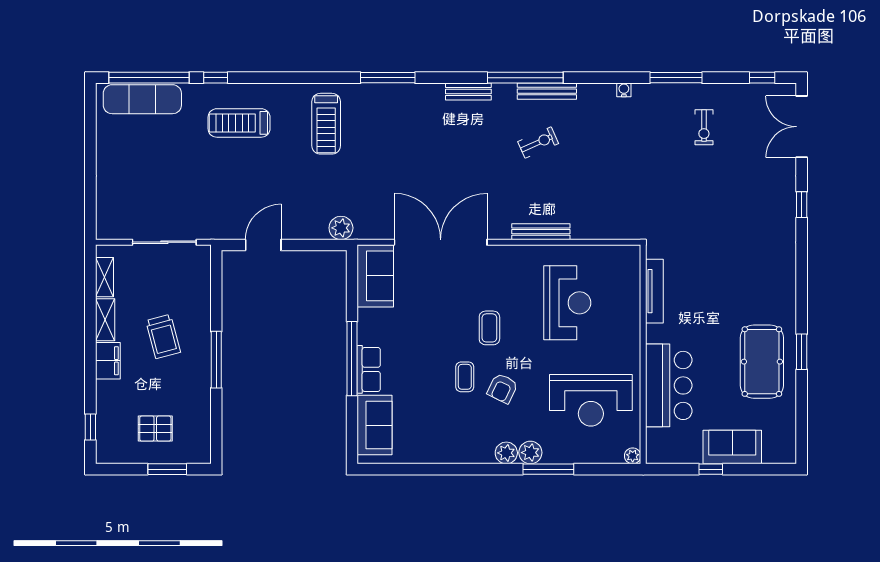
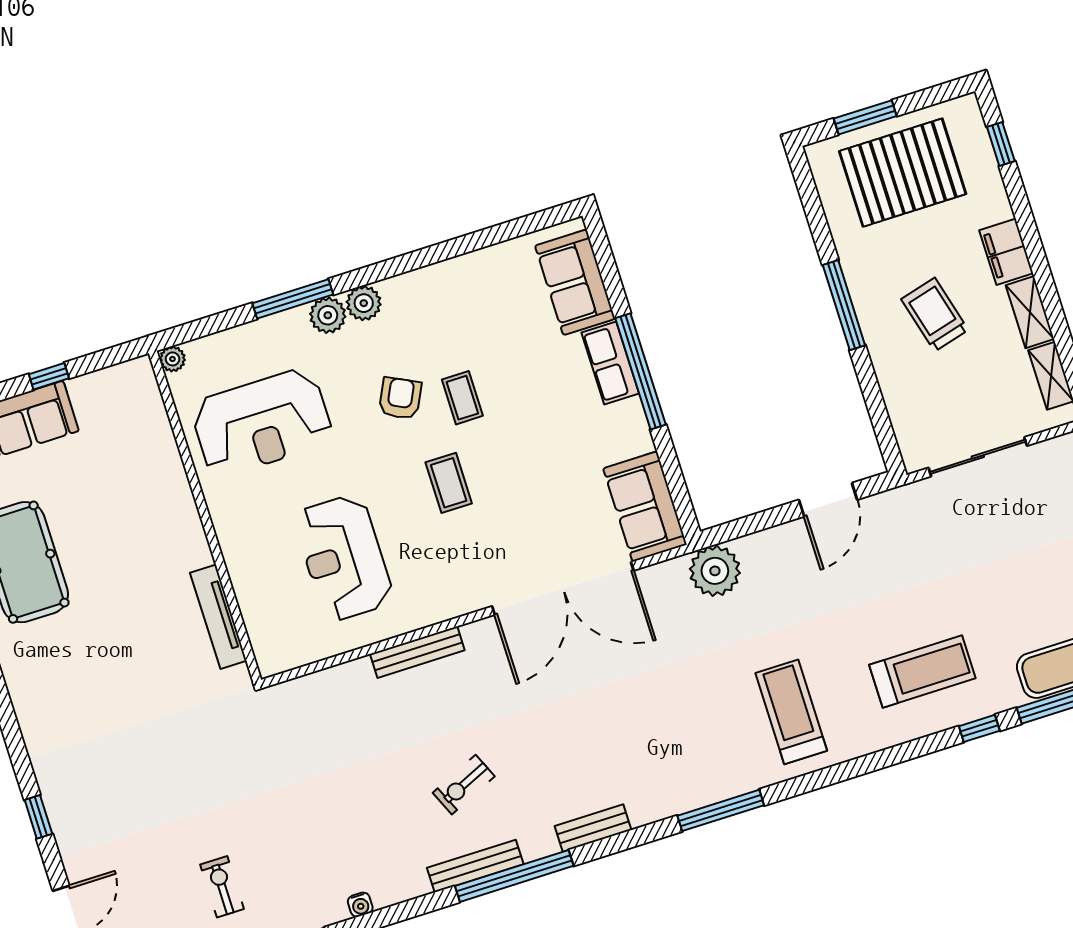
plant: (341, 228) -> (715, 571), width x1.36, depth x1.36
bar counter: (669, 385) -> (152, 482), removed
reception desk: (591, 400) -> (262, 423), turned 180
pallet: (155, 429) -> (903, 173), width x2.05, depth x2.00

